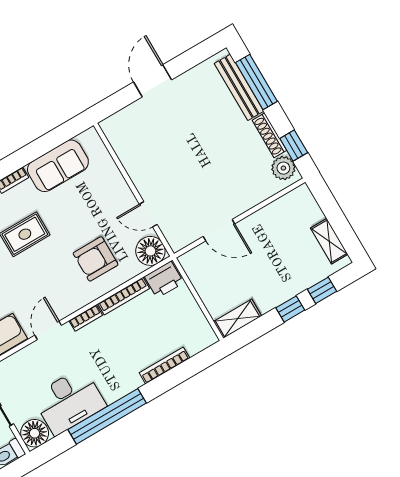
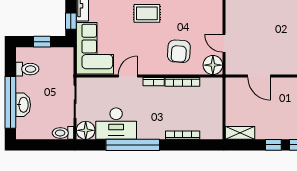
armchair: (96, 259) -> (179, 51), turned -86
printer: (164, 280) -> (211, 86), removed

